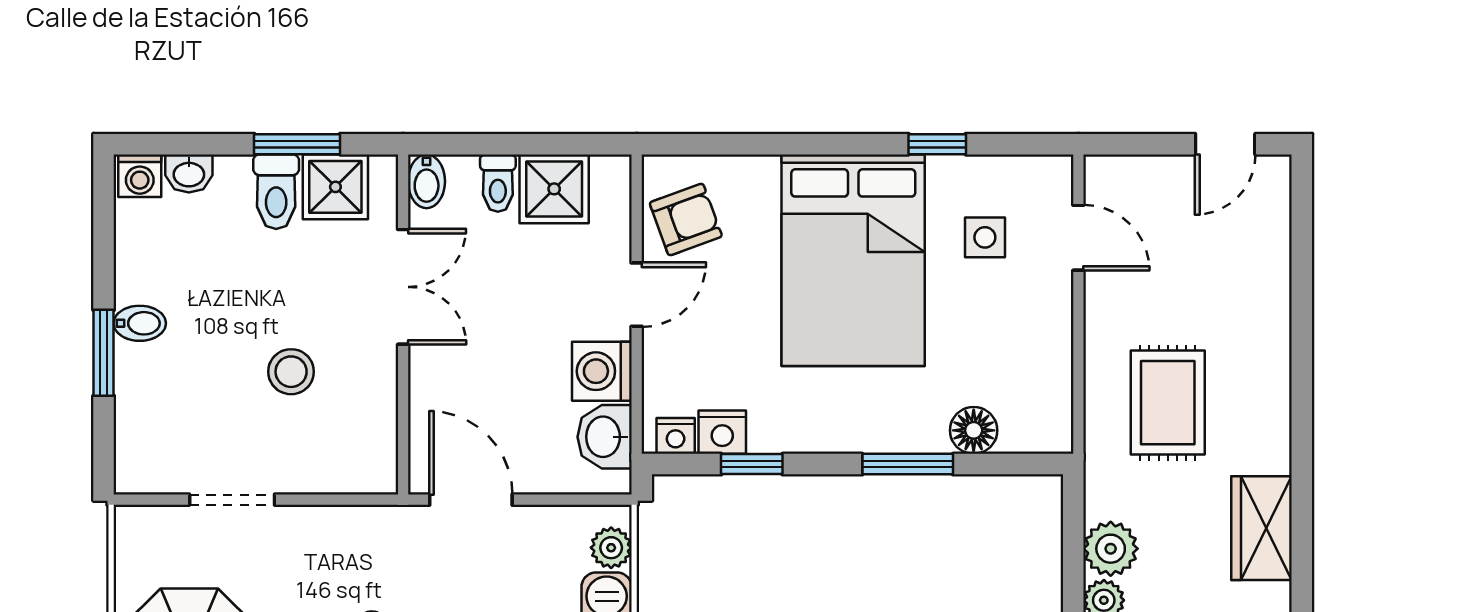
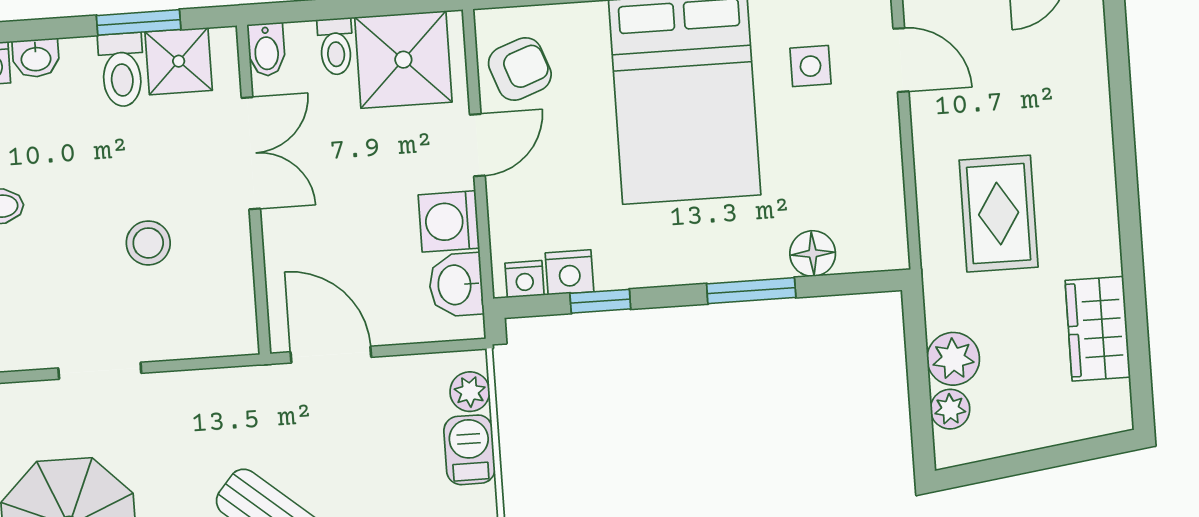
shower: (554, 189) -> (403, 60), width x1.36, depth x1.36

